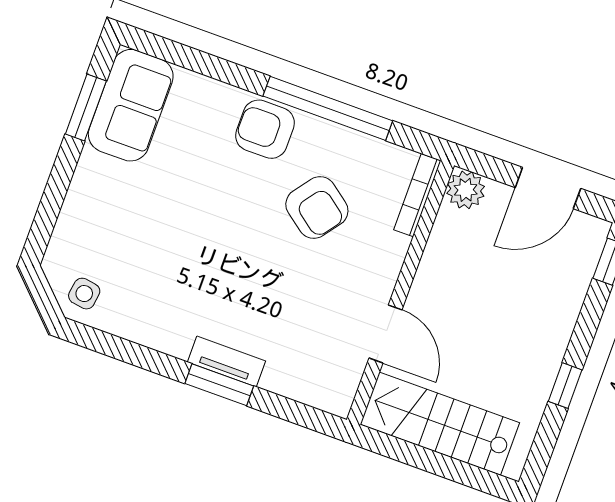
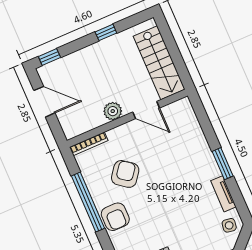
plant: (466, 190) -> (113, 111), moved
door: (386, 334) -> (146, 110), swing flipped
tv unit: (226, 361) -> (223, 194), moved
window: (219, 385) -> (223, 164), moved

